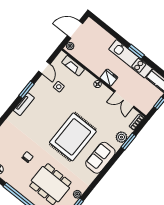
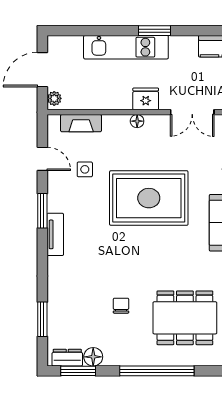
kitchen unit: (130, 59) -> (126, 47), moved
rug: (73, 137) -> (149, 198), moved, turned 90

